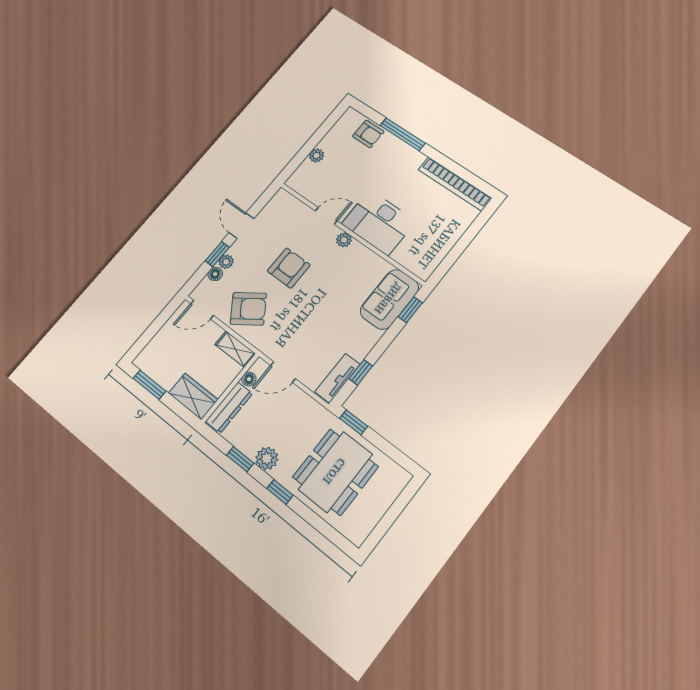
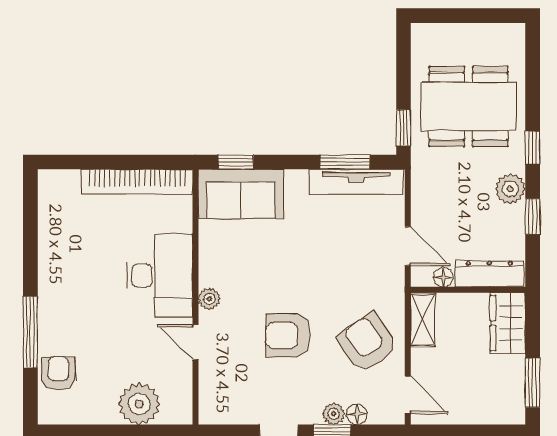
plant: (316, 155) -> (139, 404), width x1.88, depth x1.88
bookcase: (455, 184) -> (137, 182), moved, turned 90
window: (361, 372) -> (345, 162), width x1.50
tv unit: (337, 378) -> (356, 182), width x1.41

